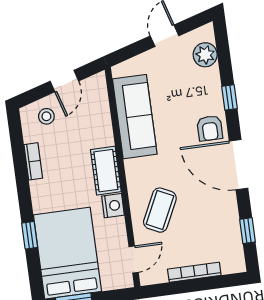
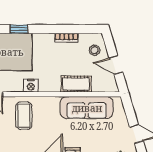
cot: (106, 171) -> (76, 84), moved
coffee table: (160, 210) -> (24, 116), turned 64

